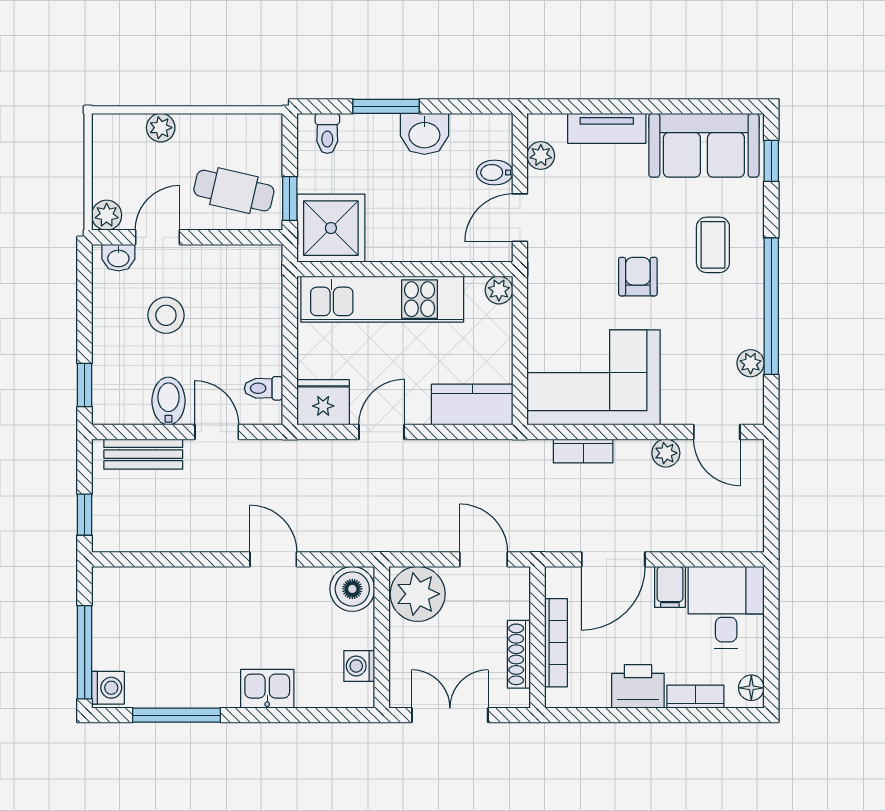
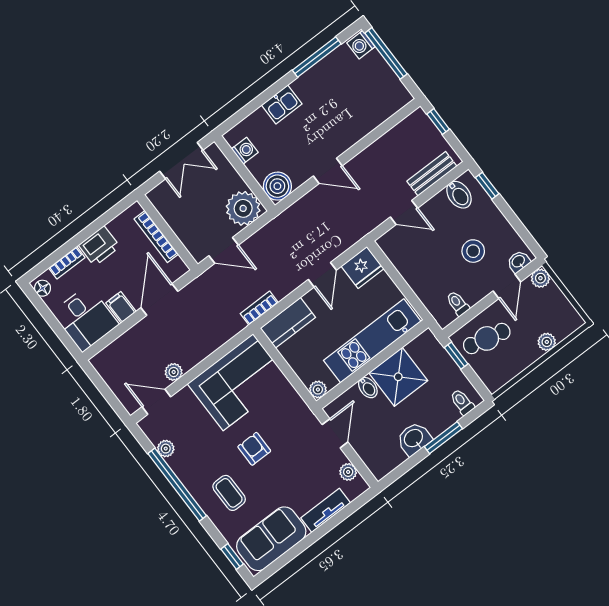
bidet: (495, 173) -> (368, 388), moved, turned 90
shower: (331, 228) -> (398, 377), moved
armchair: (638, 277) -> (254, 449), turned 180
toilet: (264, 388) -> (458, 303), moved, turned -90
bidet: (168, 401) -> (459, 195), moved
bookcase: (583, 451) -> (259, 308), moved
shoe rack: (519, 654) -> (170, 217), removed

